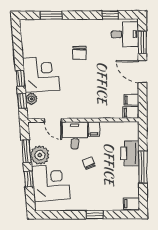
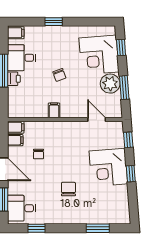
window: (20, 78) -> (131, 174), moved
chair: (109, 87) -> (38, 154), added
plant: (31, 99) -> (119, 142), removed
desk: (75, 135) -> (22, 58), moved, turned 90
printer: (130, 153) -> (14, 79), width x0.53, depth x0.68
window: (29, 179) -> (121, 48), moved

